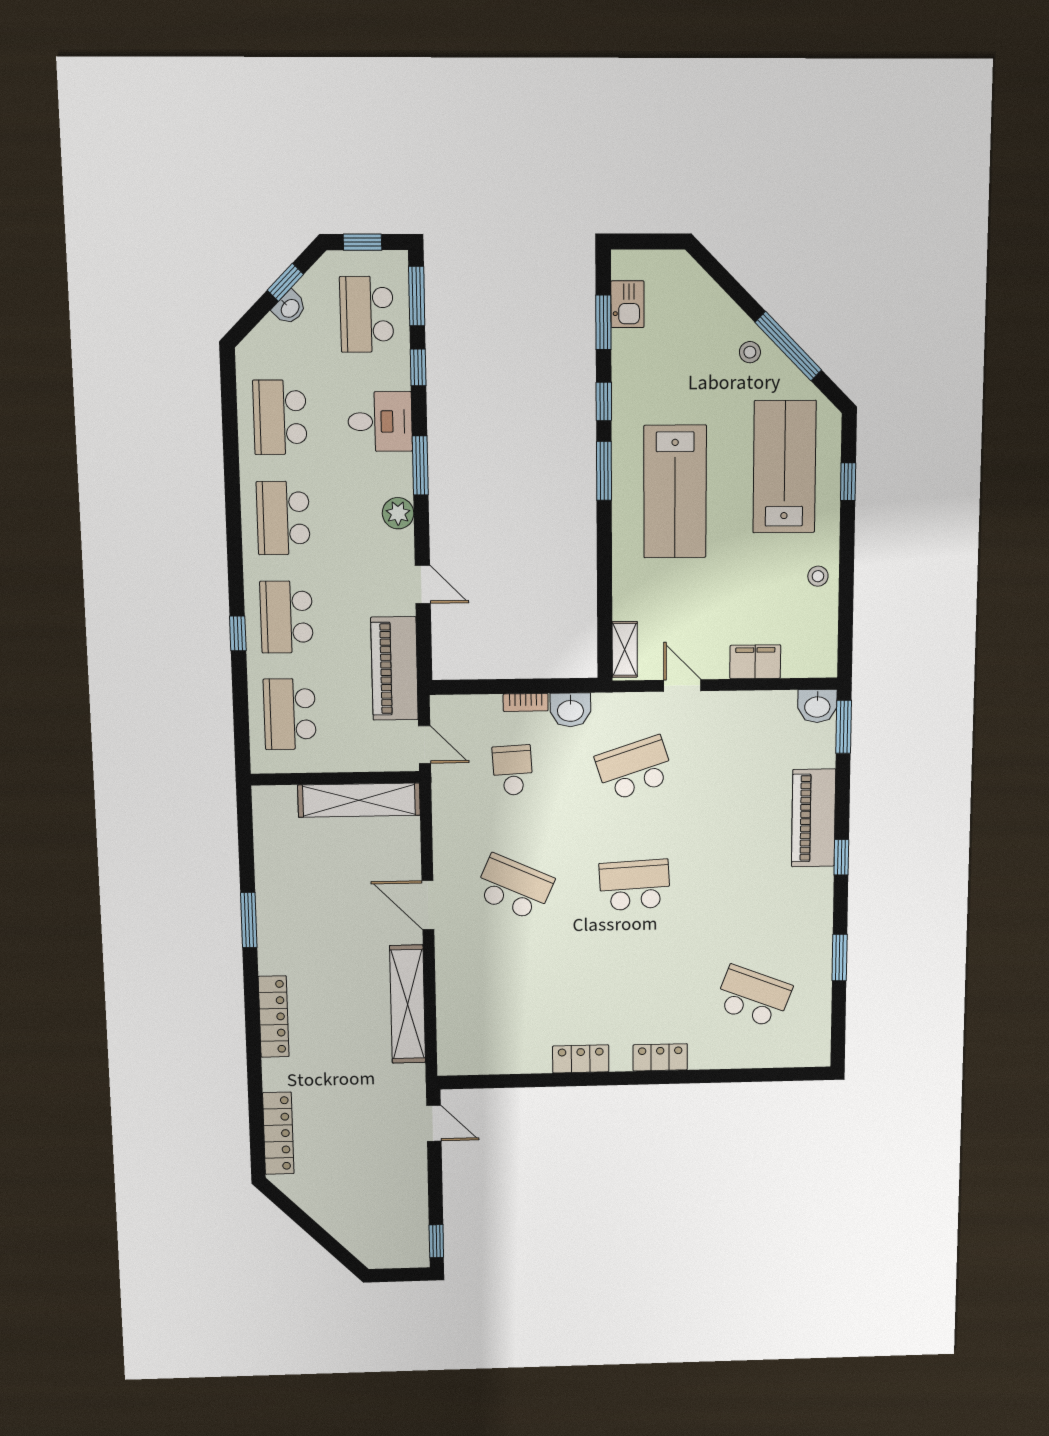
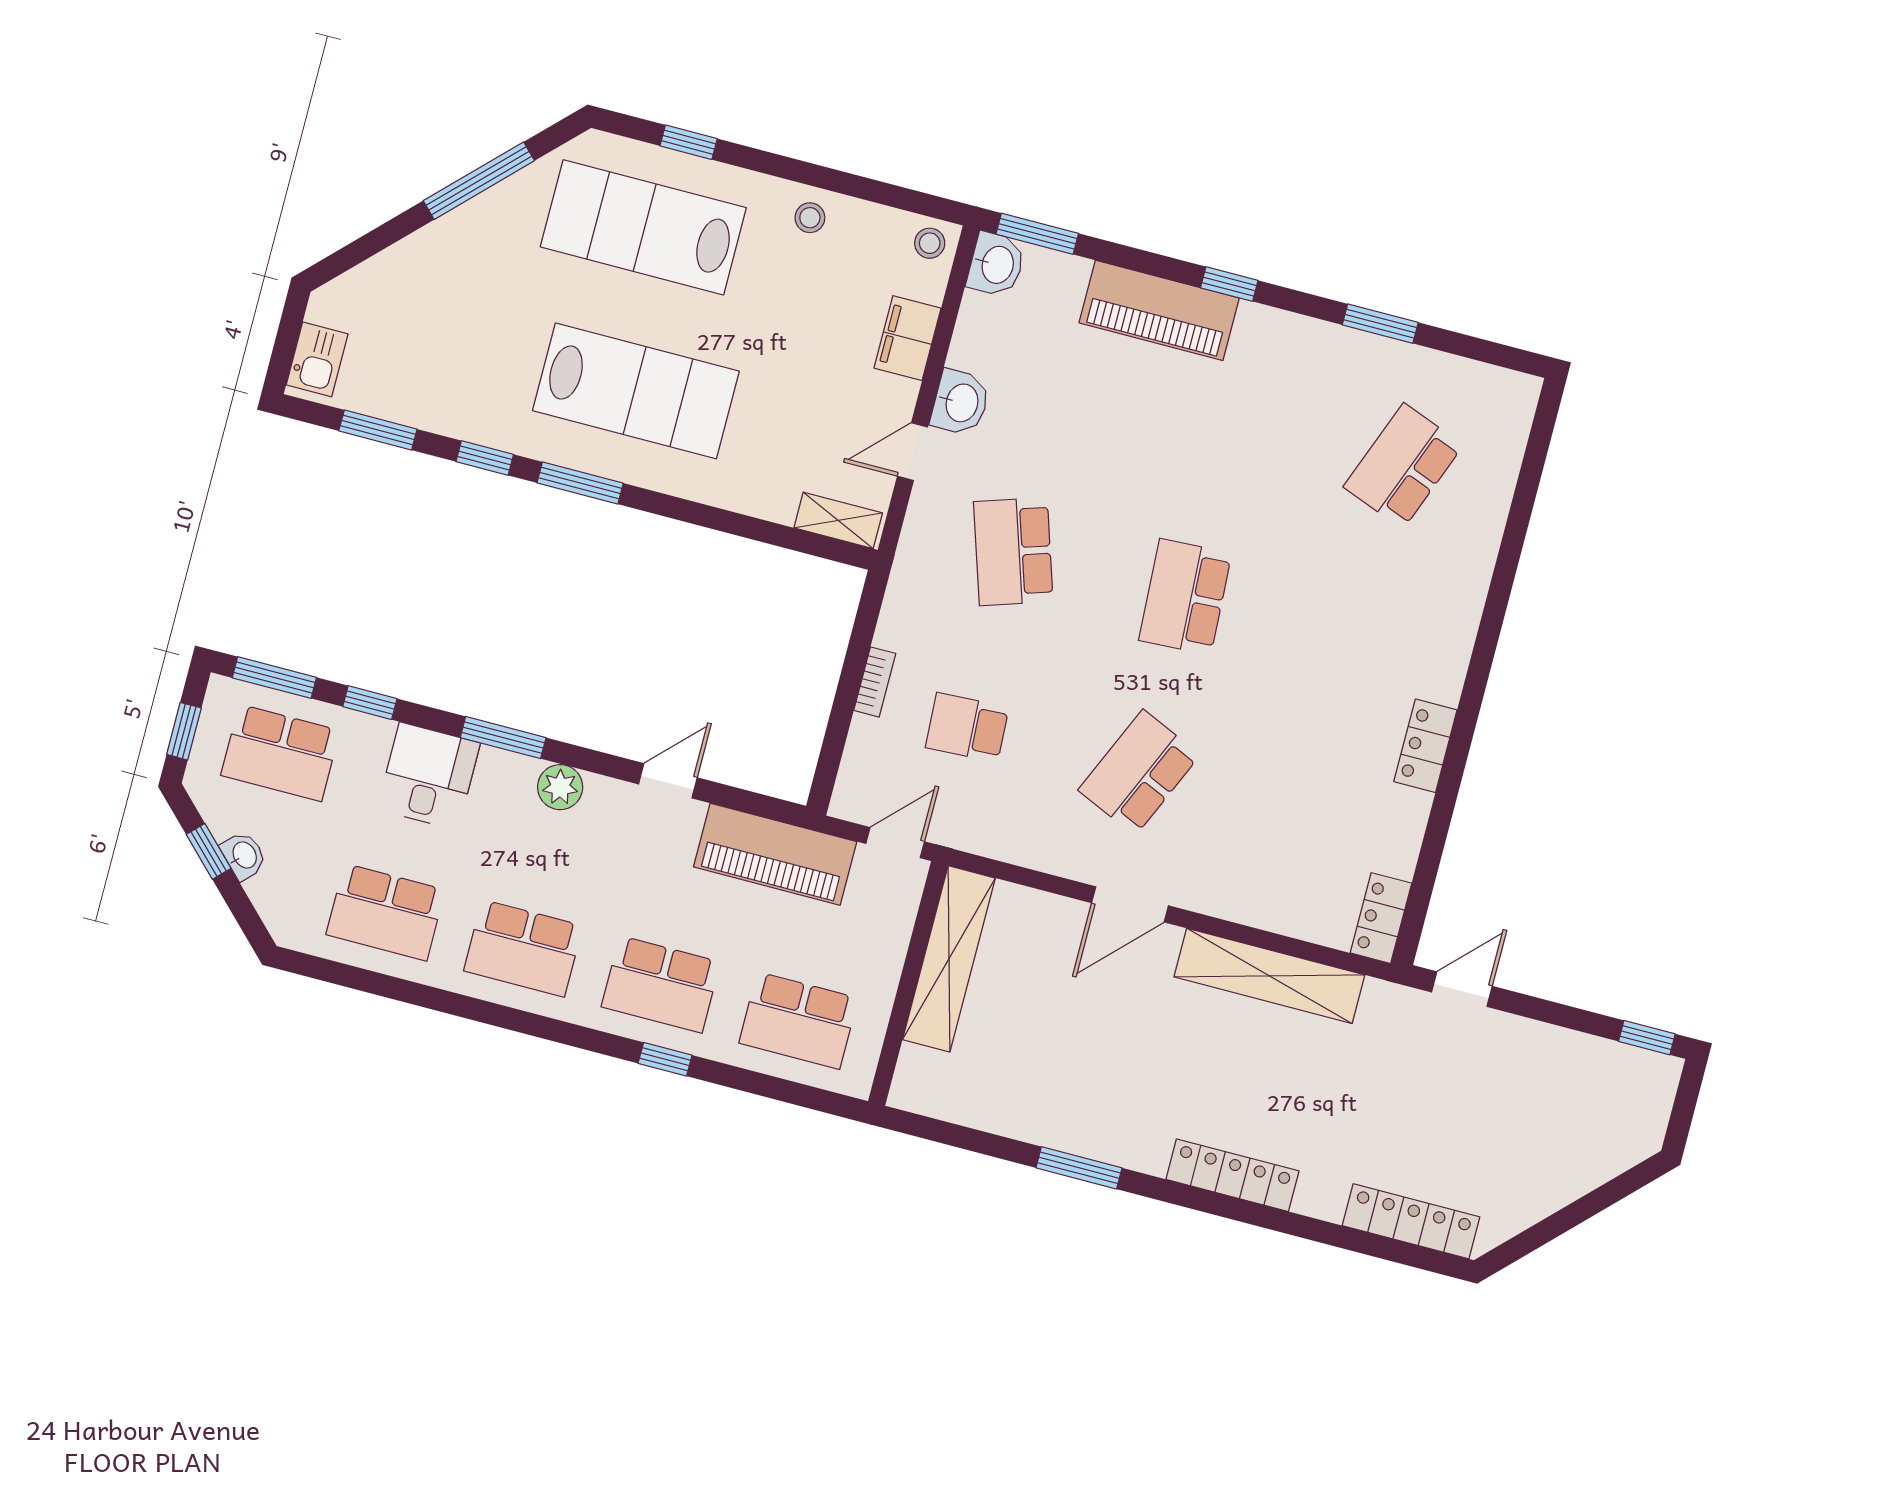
kitchen sink: (627, 304) -> (317, 359), moved, turned 90
stool: (750, 352) -> (930, 243), moved
washbasin: (570, 710) -> (961, 403), moved
locker: (660, 1057) -> (1381, 918), moved

